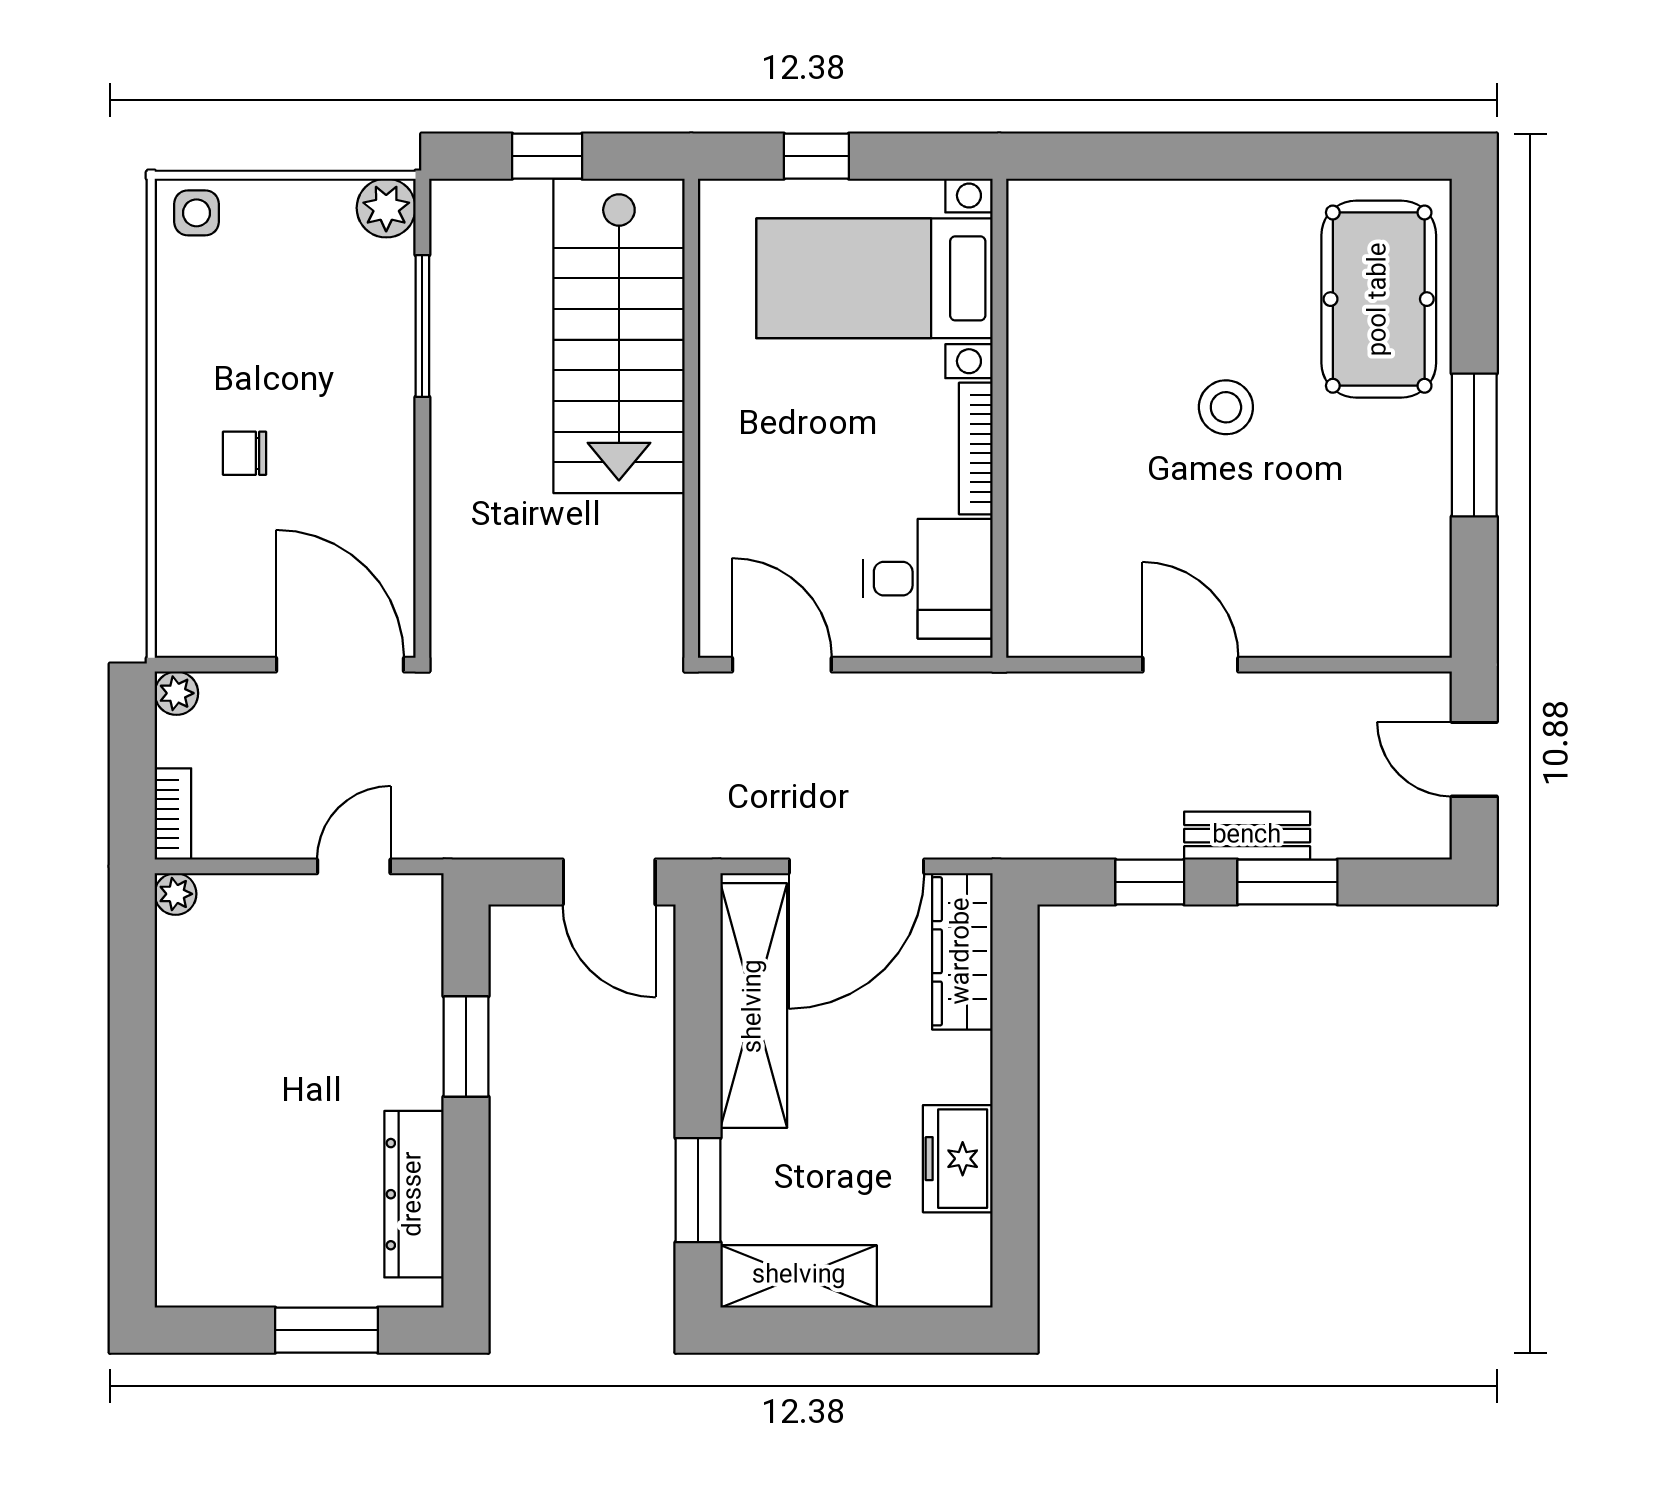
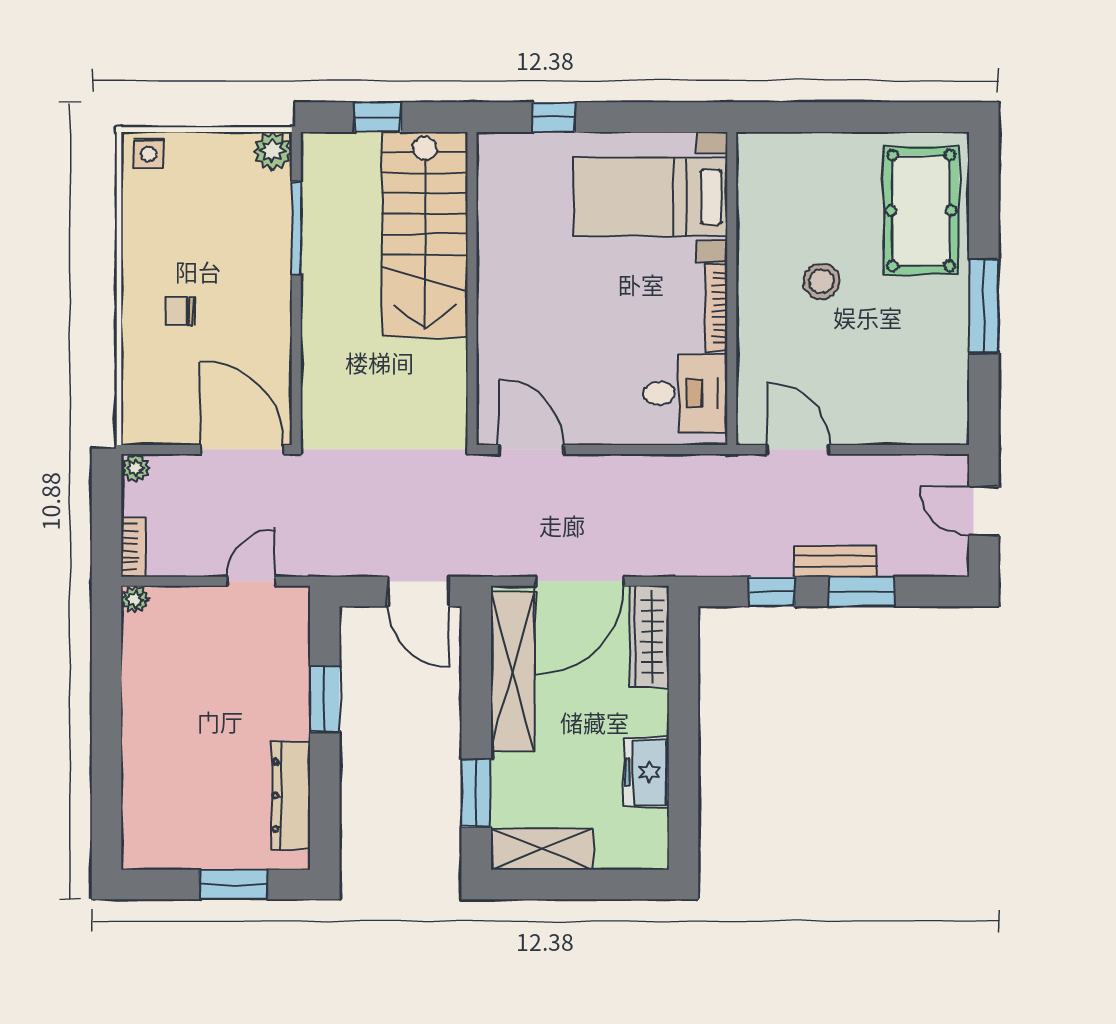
bed with nightstands: (874, 278) -> (650, 197), moved
wall: (999, 418) -> (732, 288), moved
bookcase: (976, 448) -> (716, 308), moved
desk: (928, 579) -> (685, 393), moved

